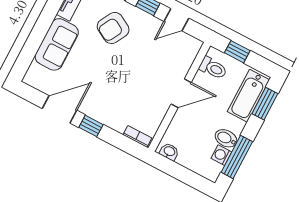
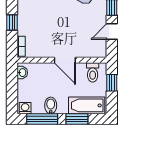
door: (176, 20) -> (112, 31), hinge flipped
window: (265, 104) -> (77, 119), moved
window: (91, 126) -> (12, 22), moved
washing machine: (221, 155) -> (25, 108), moved

